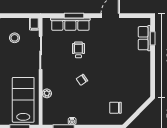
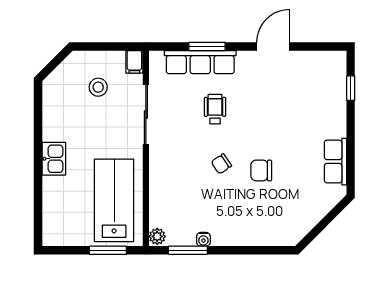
row of seats: (144, 38) -> (336, 162), moved
plant: (47, 93) -> (157, 236), moved
chair: (115, 108) -> (261, 170), moved

